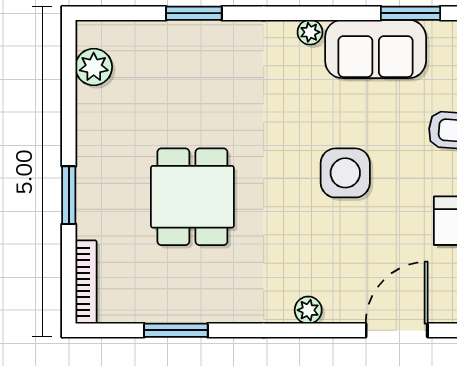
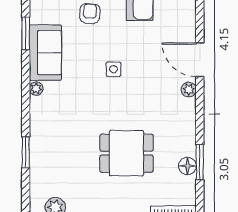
side table: (345, 173) -> (113, 69), width x0.54, depth x0.54
floor lamp: (169, 308) -> (187, 166), added
door: (397, 330) -> (200, 60), moved

